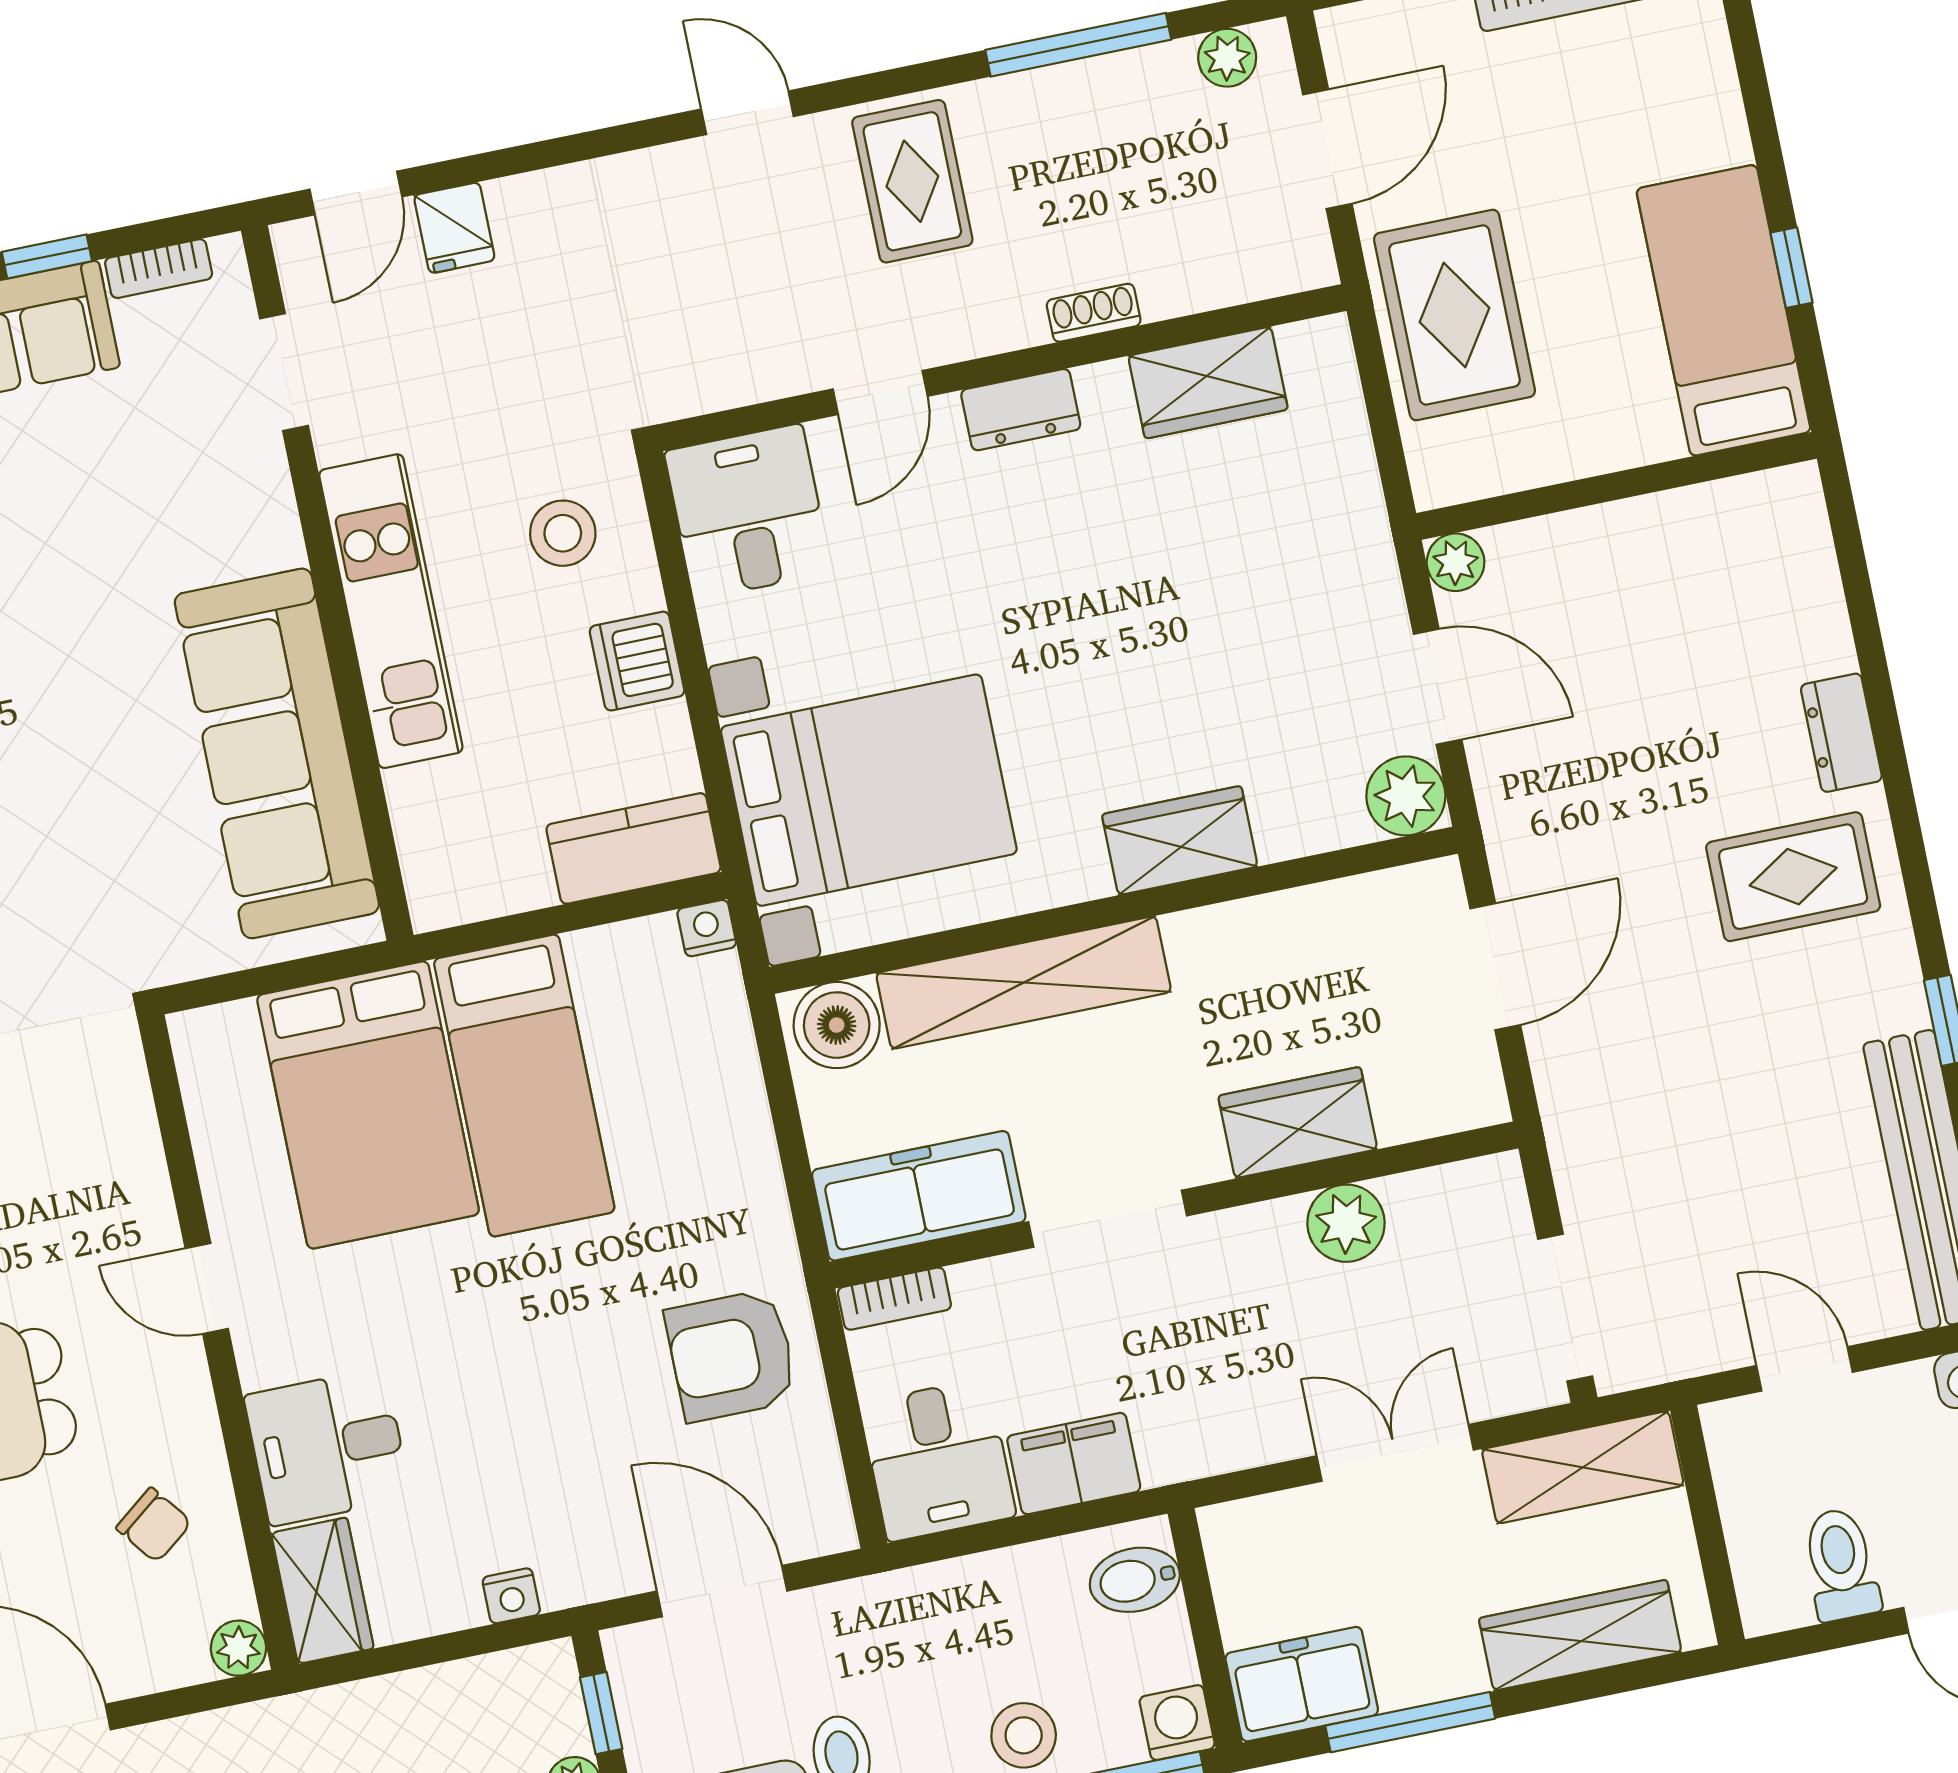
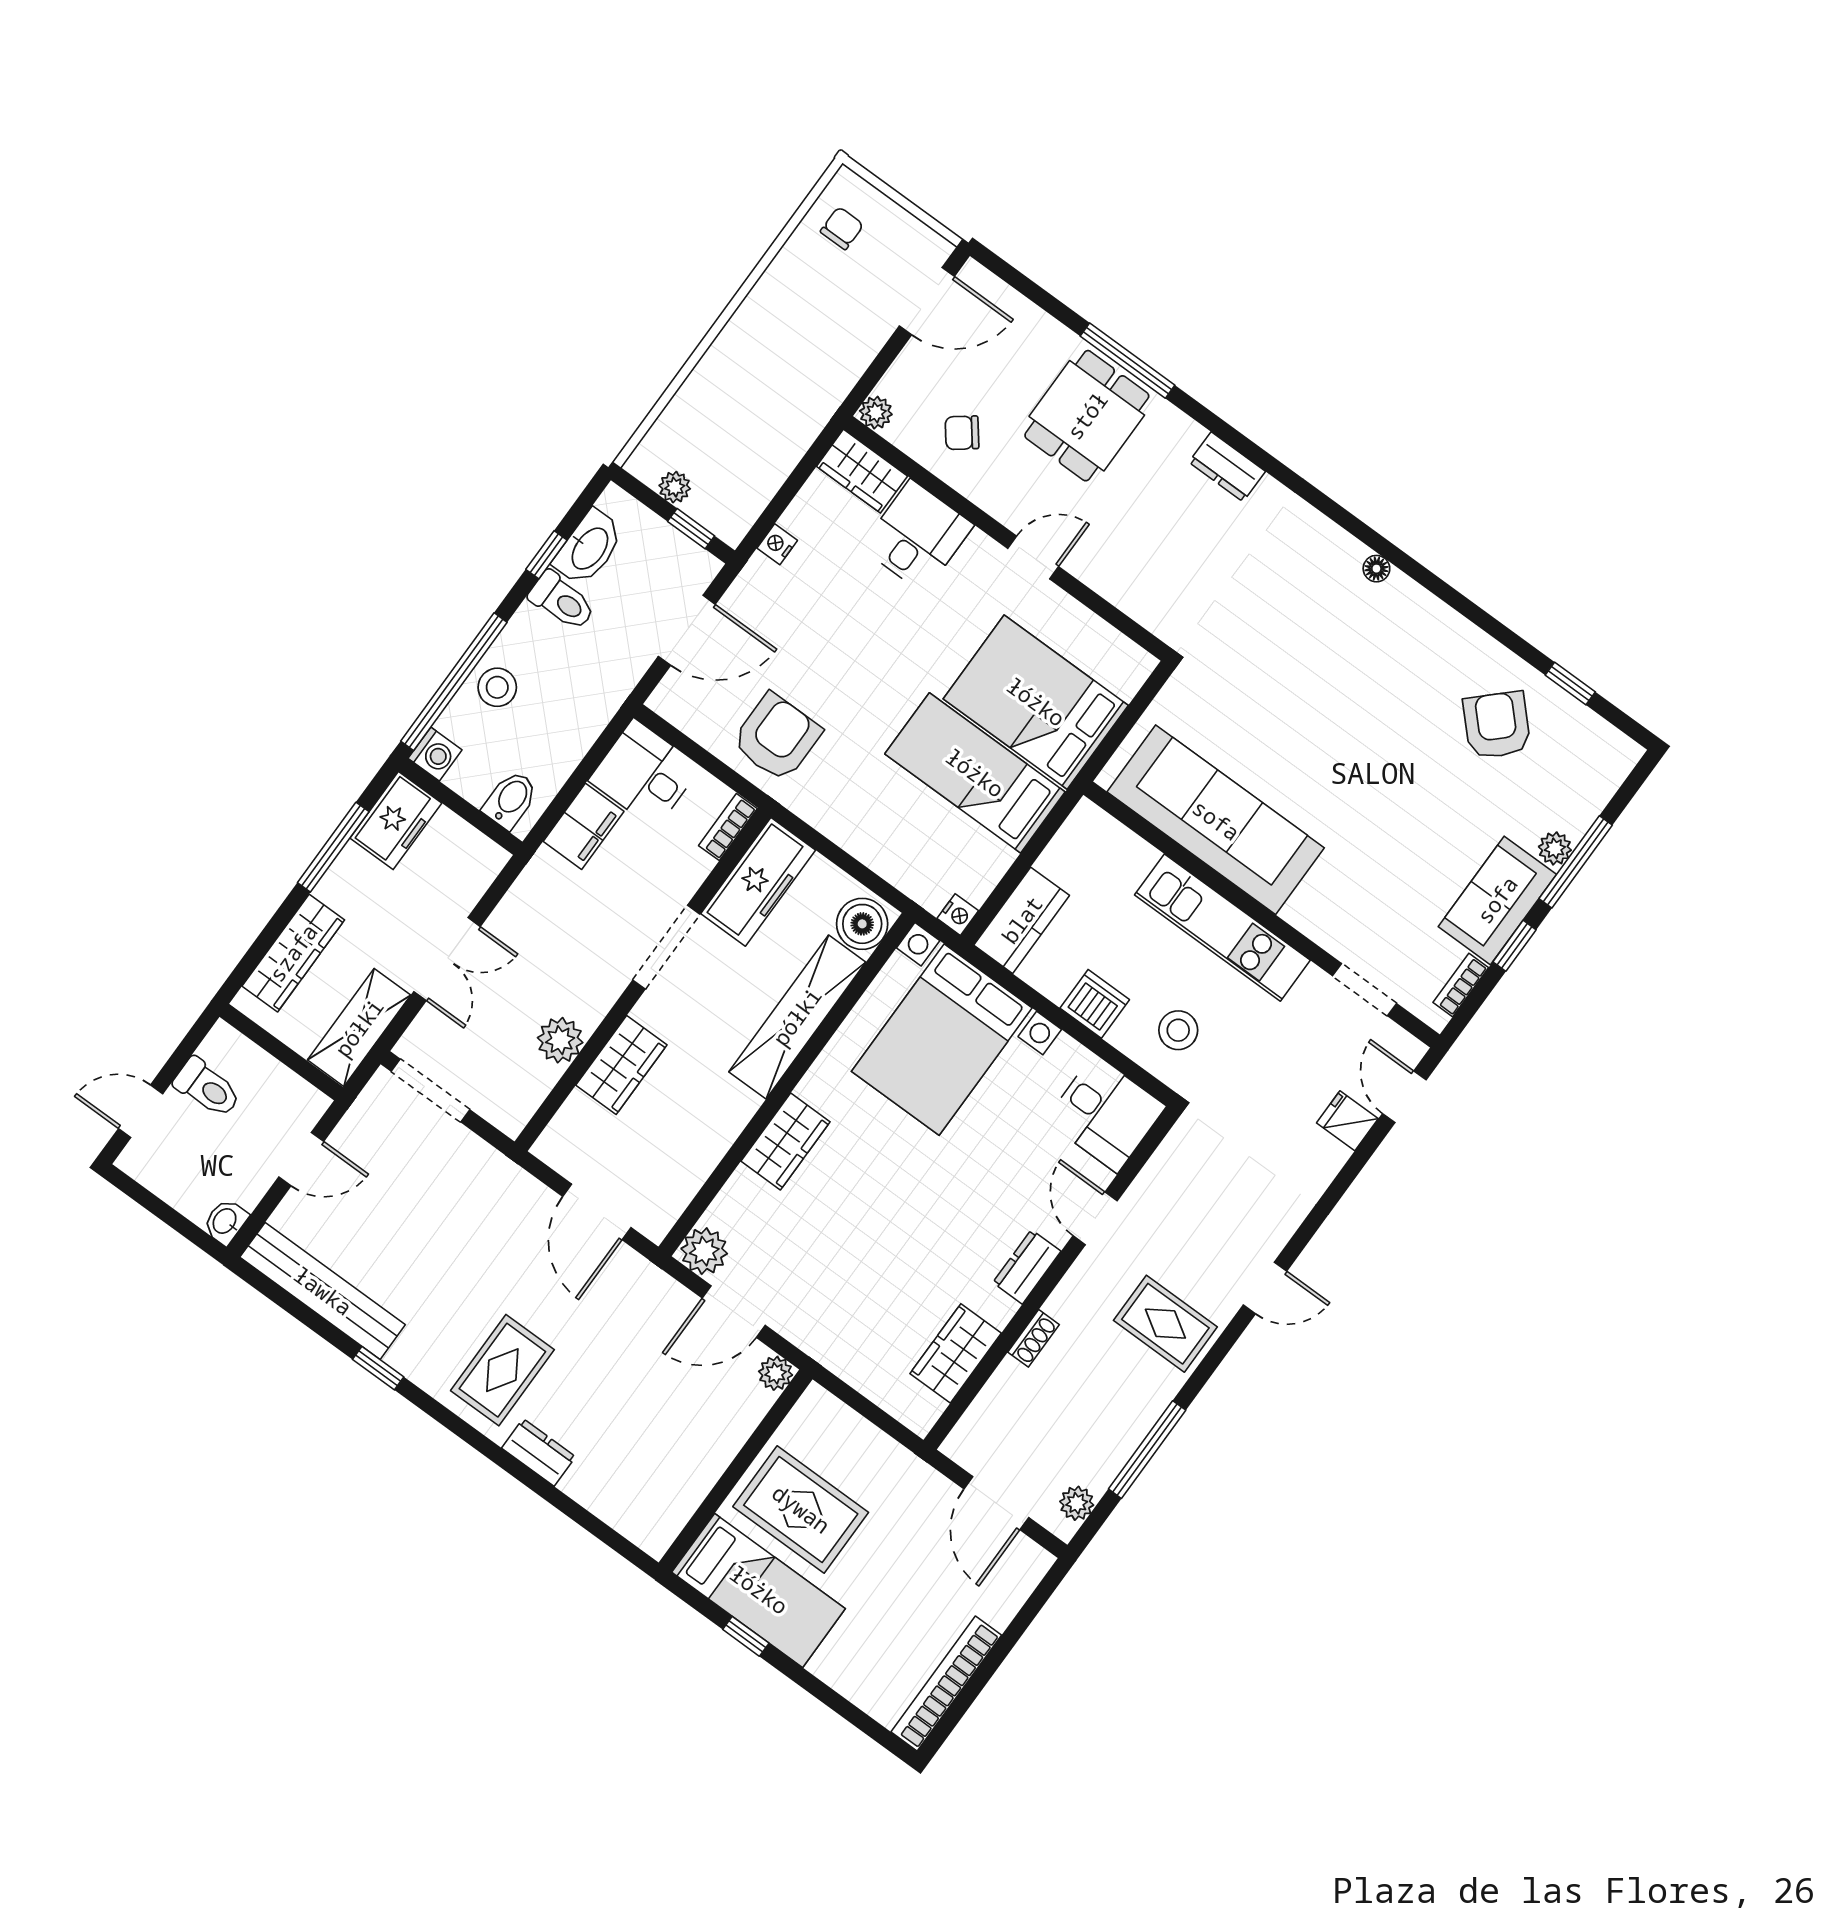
rug: (1455, 315) -> (801, 1509), moved

